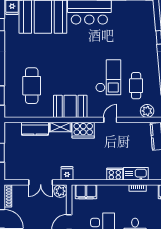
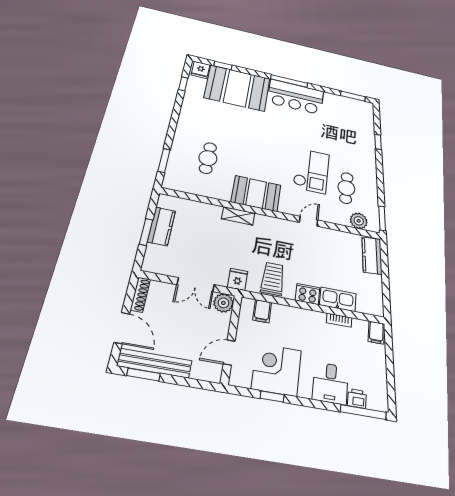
cafe table: (32, 86) -> (208, 158), width x0.73, depth x0.74
kitchen counter: (35, 129) -> (161, 226), moved, turned -90
cooker: (83, 130) -> (270, 227), removed
trolley: (90, 168) -> (273, 279), added
filing cabinet: (86, 192) -> (262, 311), width x0.50

